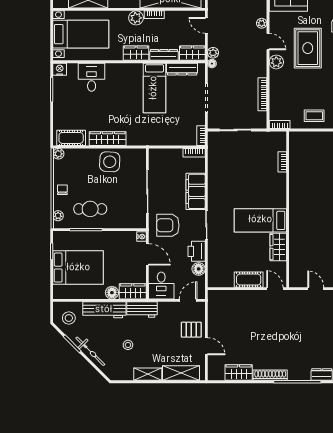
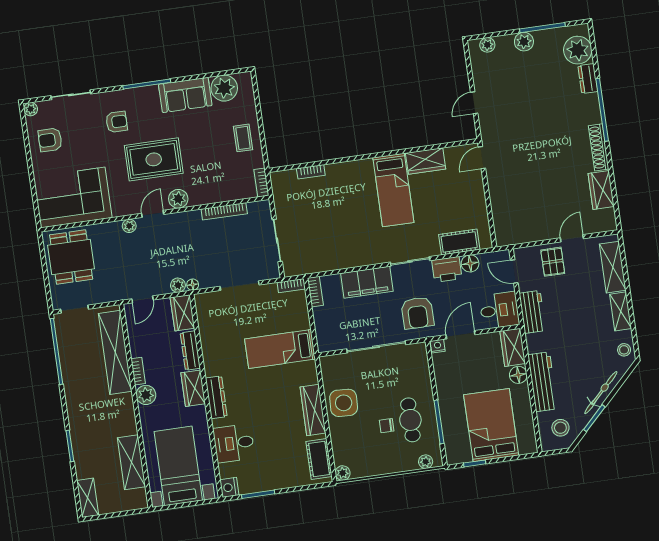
dresser: (182, 69) -> (216, 397), moved
bed: (154, 88) -> (280, 349), moved, turned 180
chair: (62, 190) -> (387, 426), moved
cot: (249, 280) -> (459, 242), moved, turned 90
workbench: (142, 310) -> (532, 312), moved
stool: (128, 345) -> (624, 350), moved

